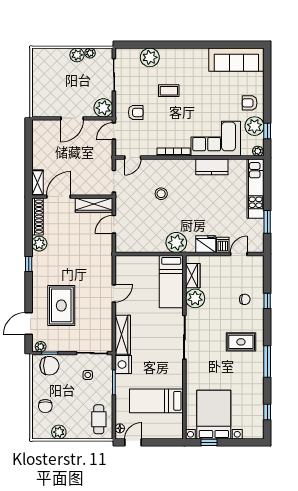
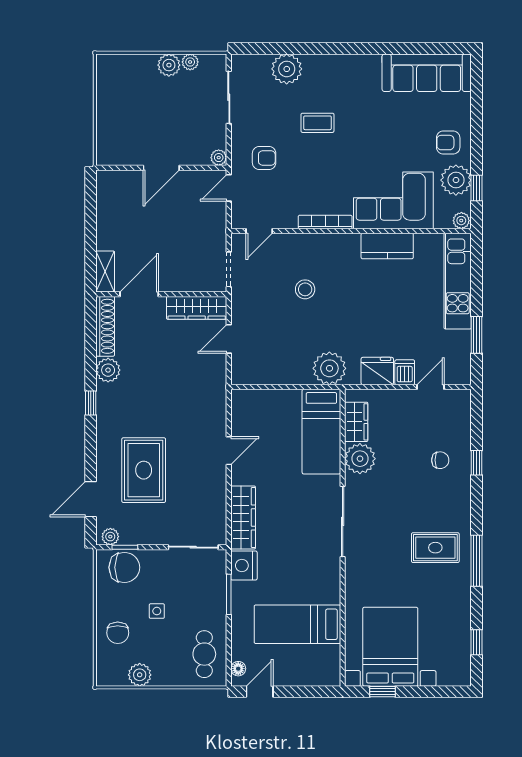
plant: (103, 108) -> (219, 158), width x0.53, depth x0.53
rug: (241, 342) -> (435, 548), moved
side table: (88, 375) -> (157, 611), moved

